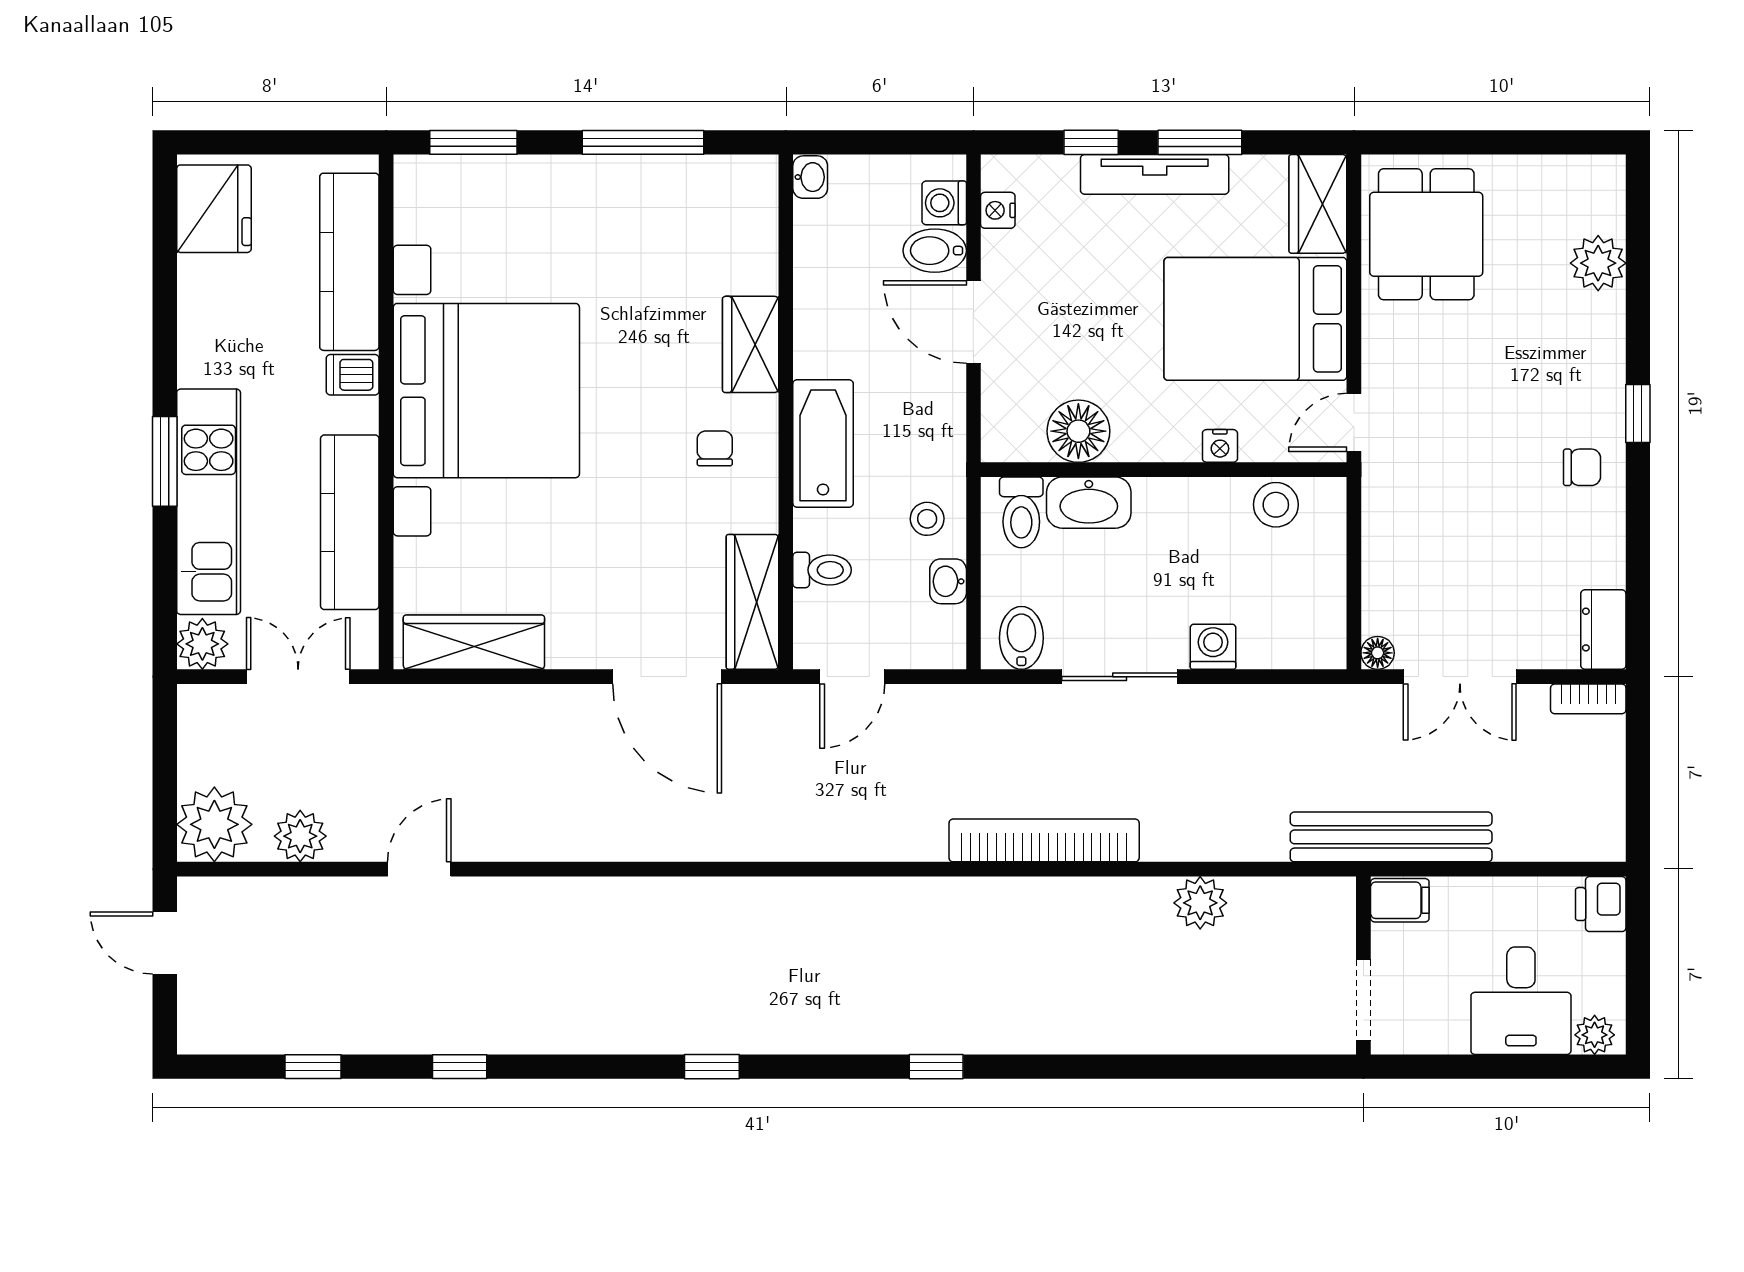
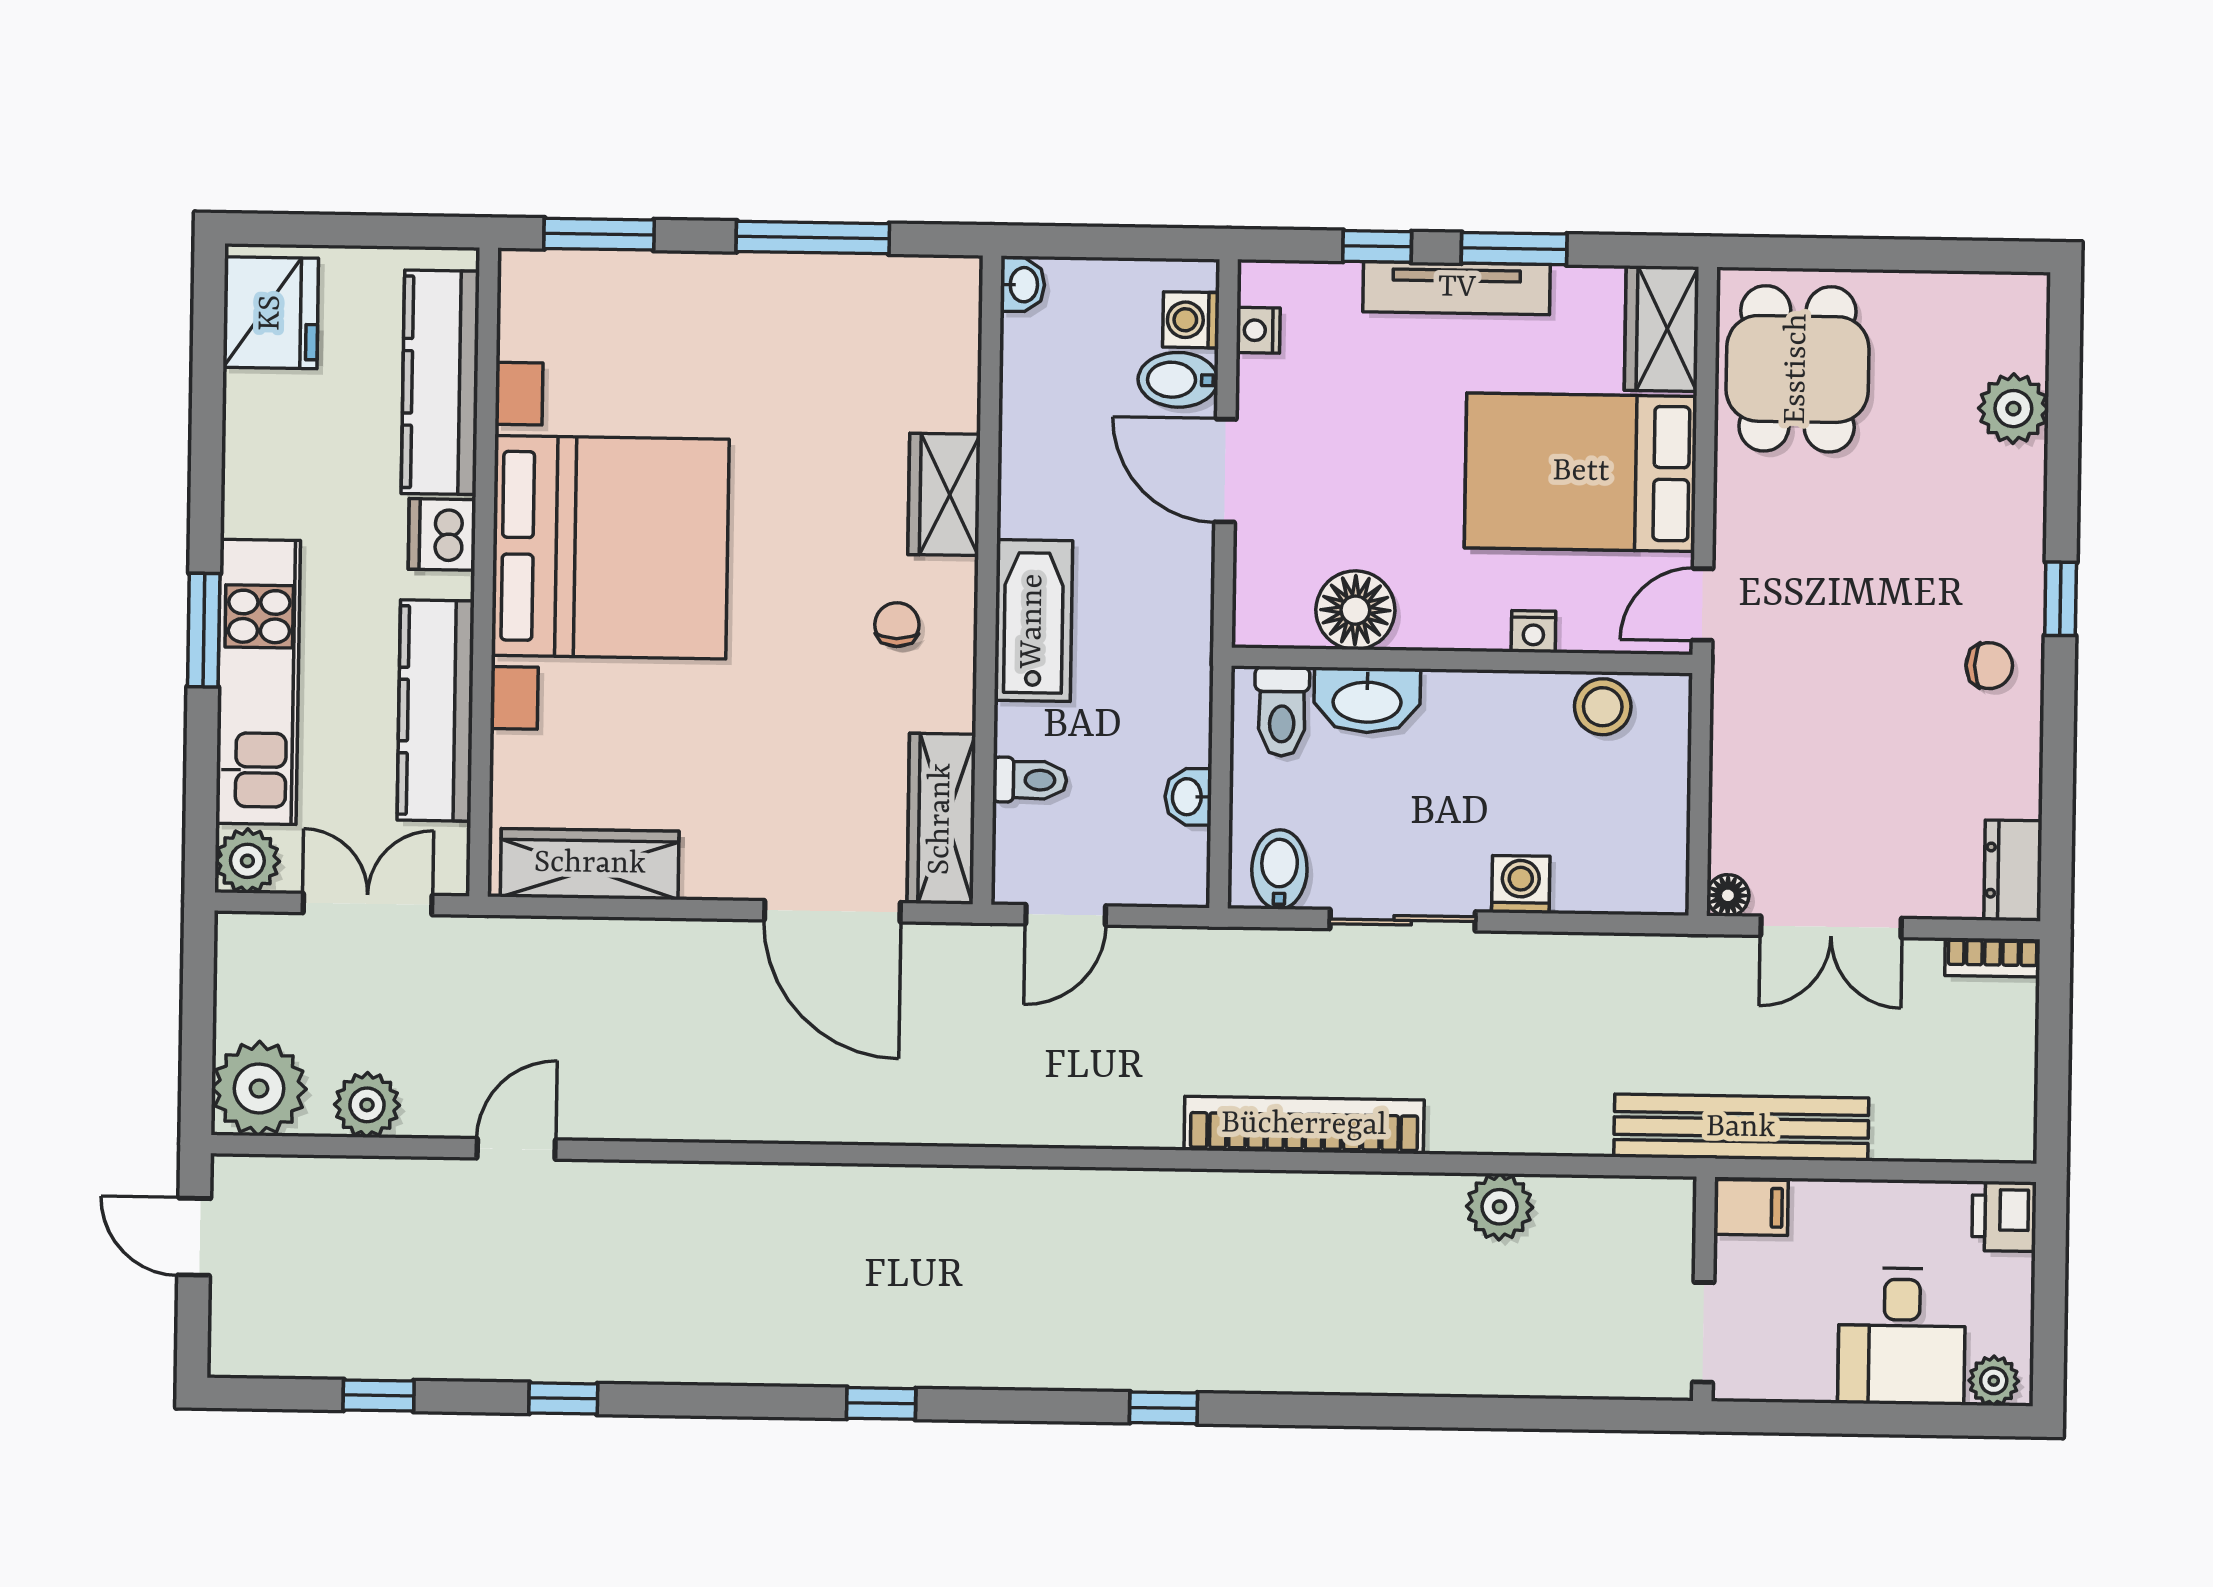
dishwasher: (353, 375) -> (442, 534), width x1.38
stool: (927, 519) -> (1163, 718), removed

